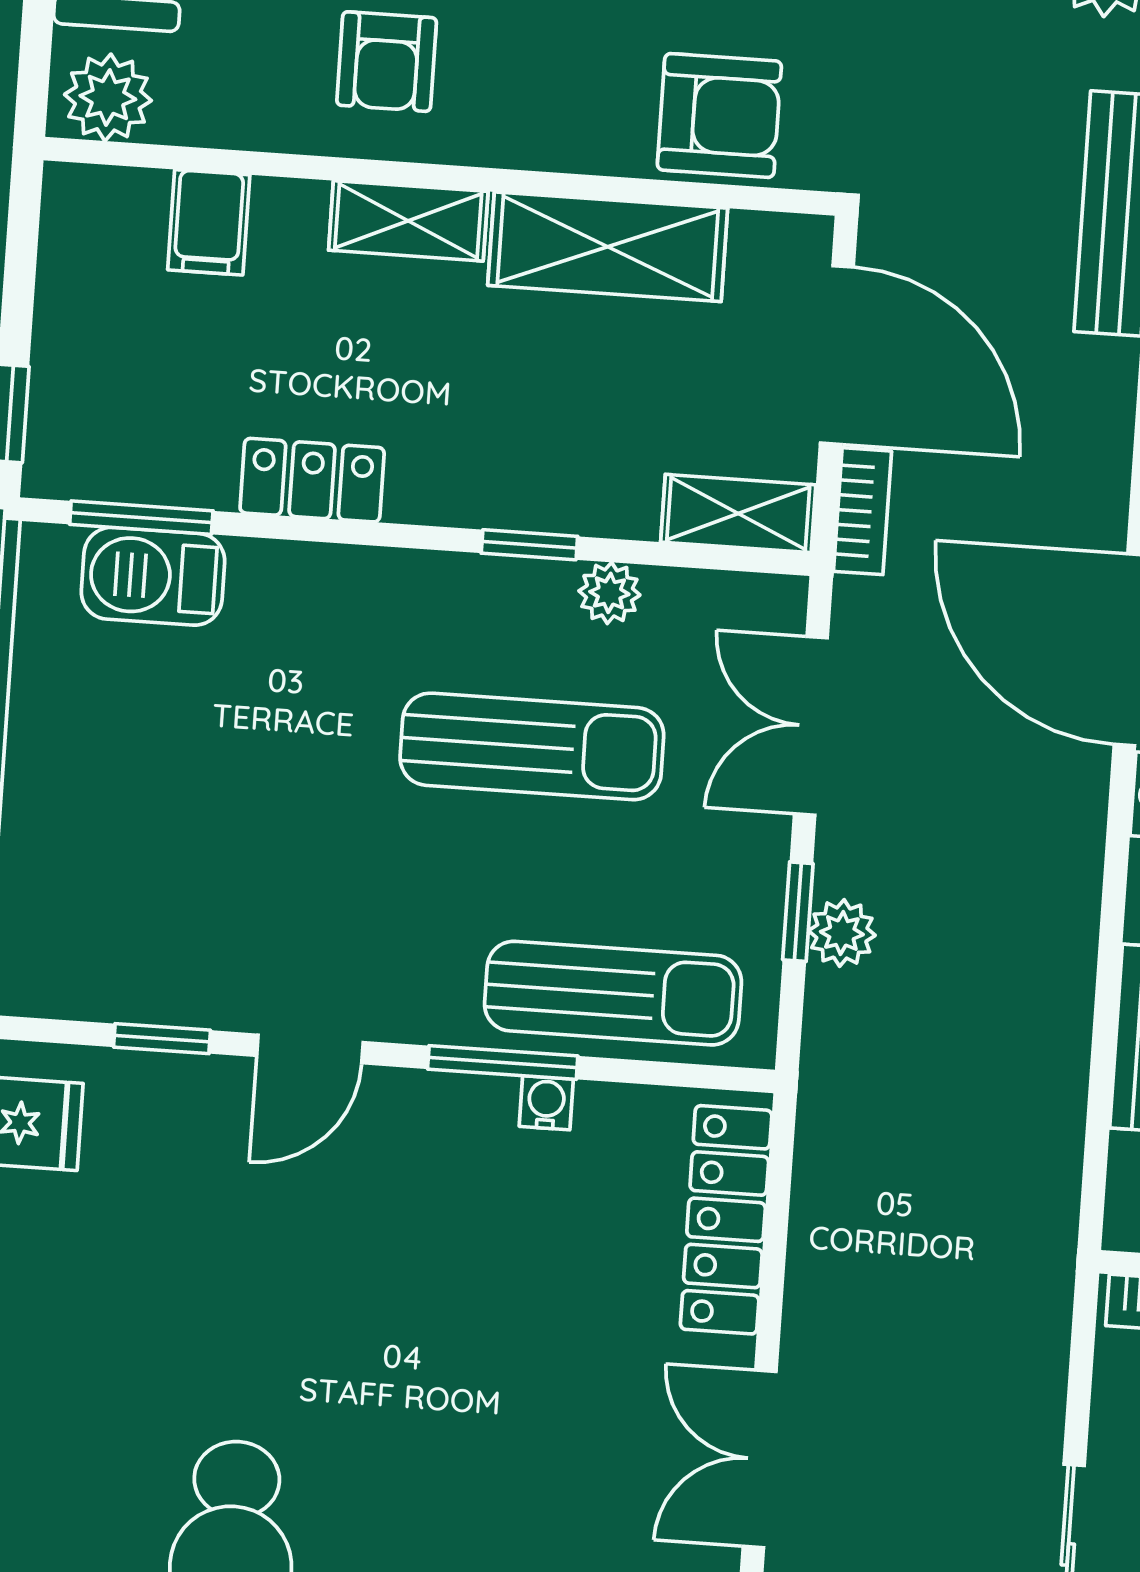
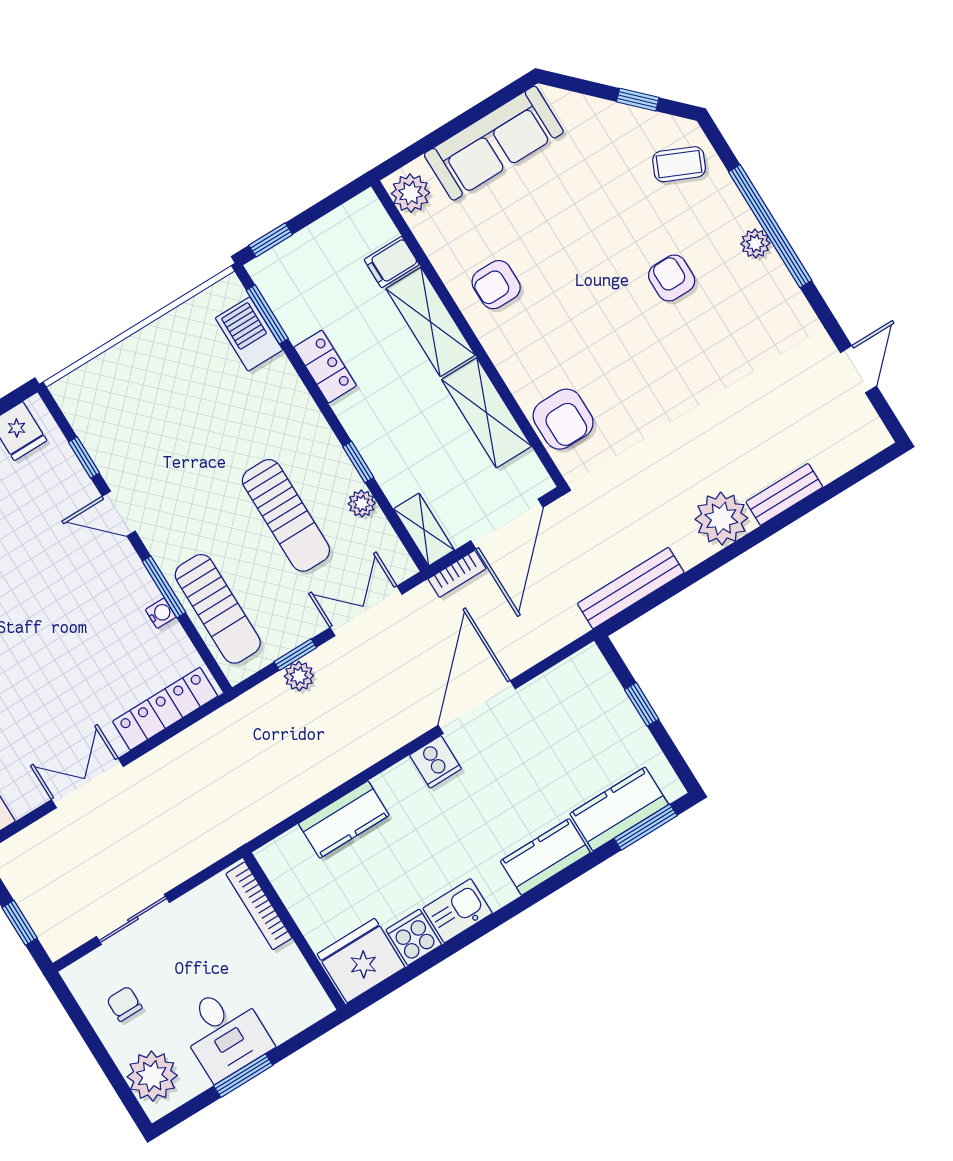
shelving: (408, 221) -> (431, 322), width x1.50, depth x1.33

